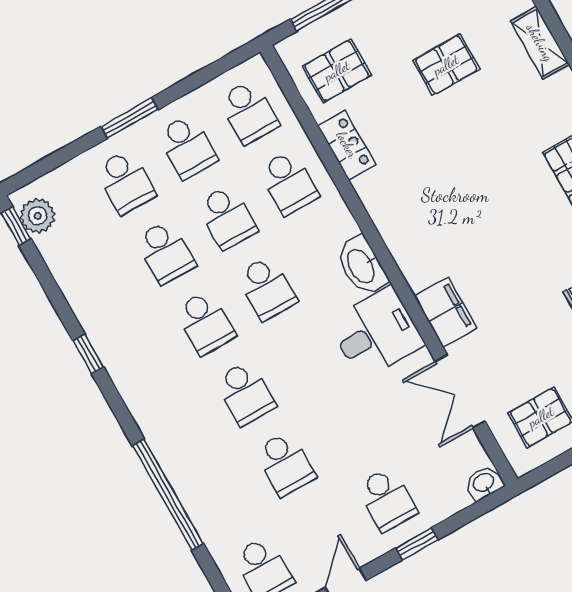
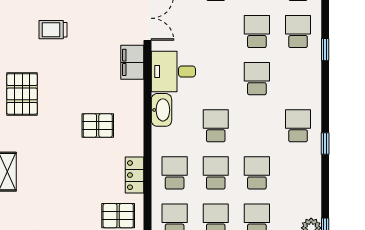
pallet: (446, 65) -> (98, 126), moved
school desk: (205, 323) -> (298, 126), moved
window: (168, 494) -> (325, 50), width x0.32
school desk: (224, 499) -> (298, 32), added

